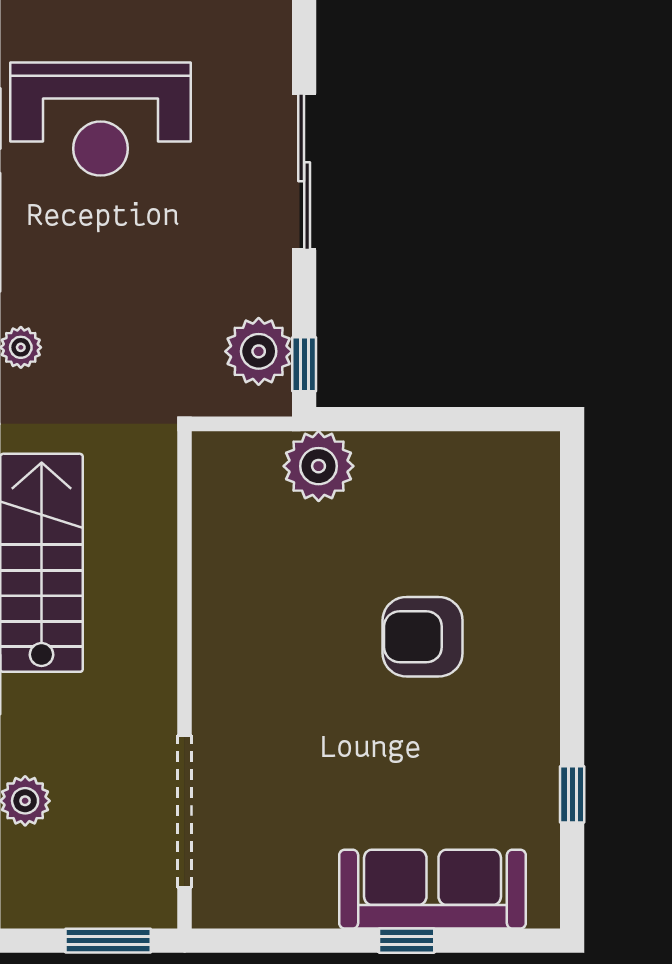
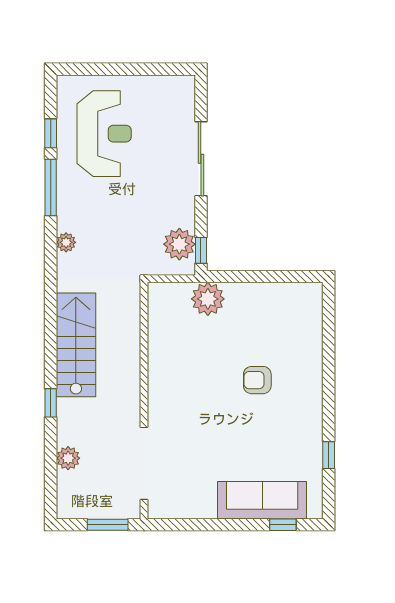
reception desk: (101, 119) -> (104, 134), turned -90
armchair: (423, 637) -> (257, 380), width x0.72, depth x0.72
window: (407, 941) -> (283, 525), moved

